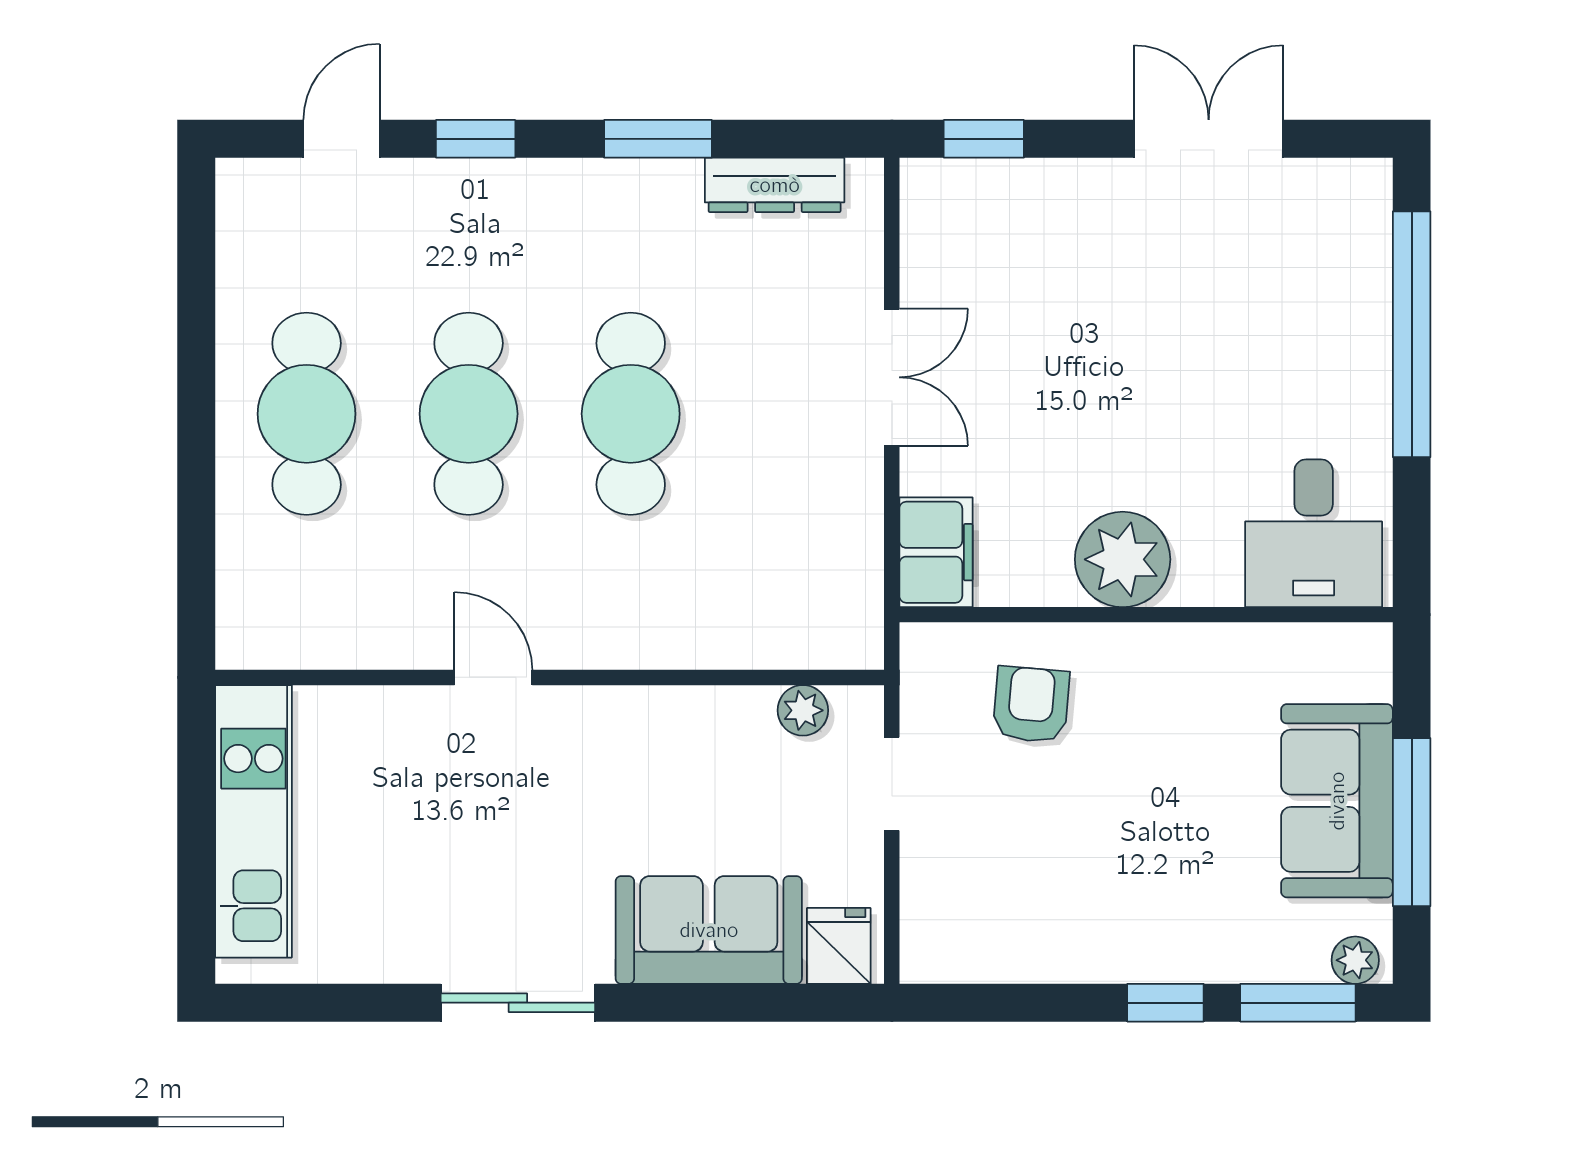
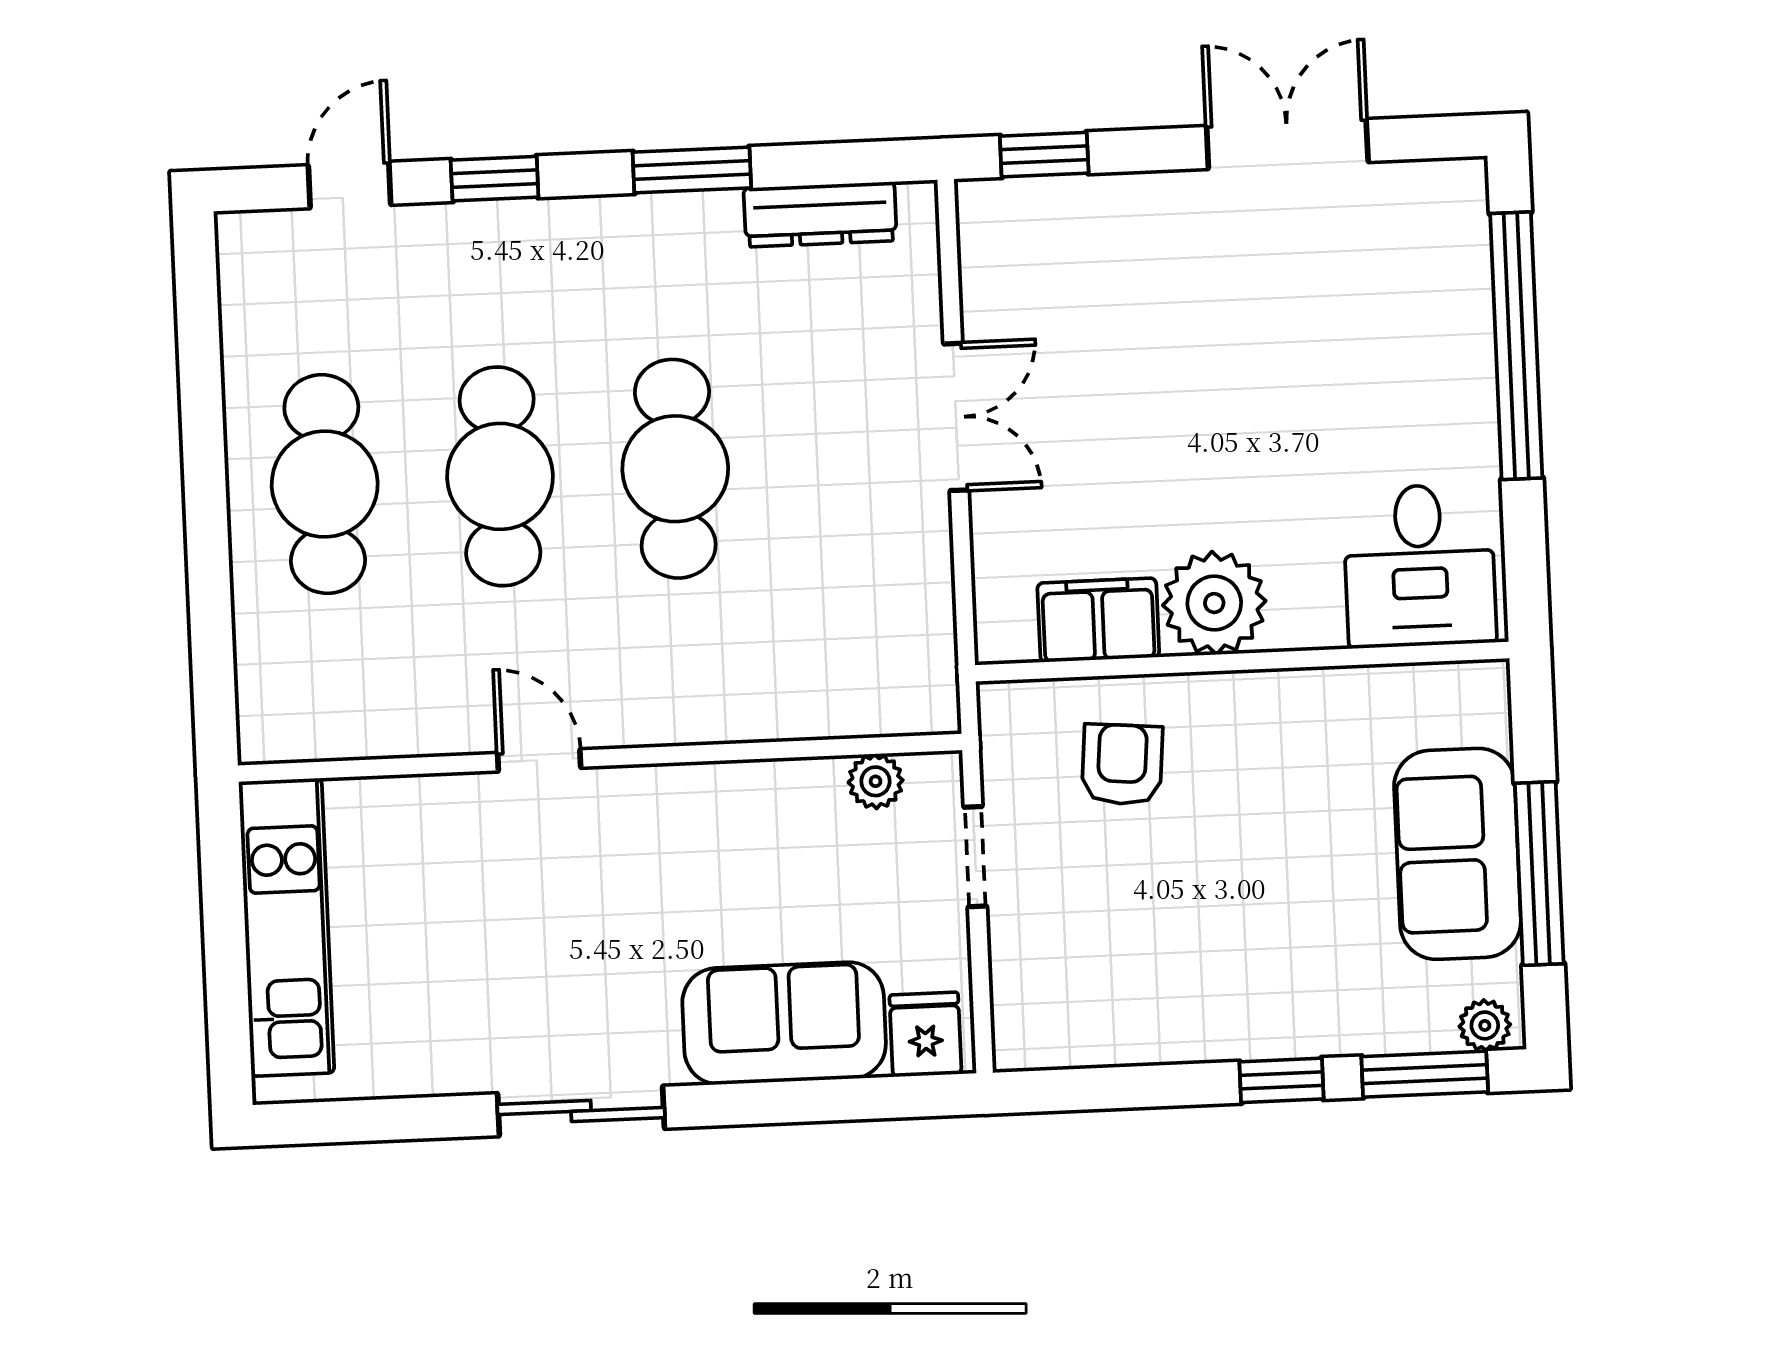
filing cabinet: (936, 552) -> (1098, 620), moved, turned -90

